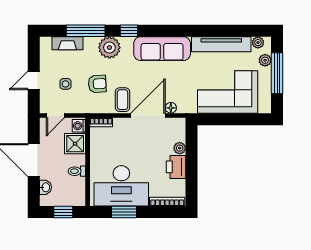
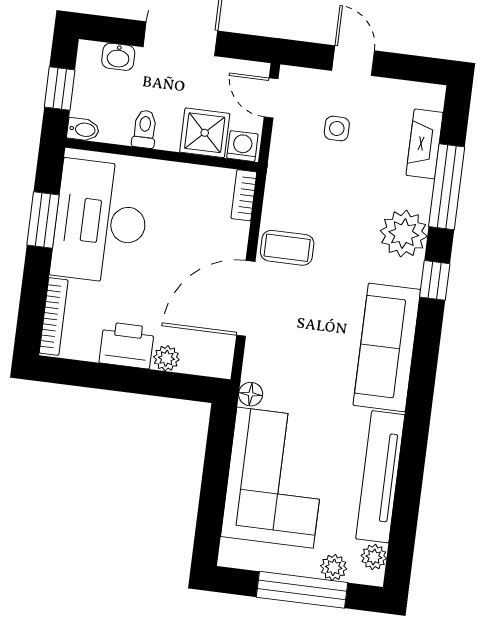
armchair: (97, 84) -> (328, 197), removed
floor lamp: (171, 108) -> (251, 394), moved
door: (148, 115) -> (246, 298), swing flipped
bidet: (81, 199) -> (83, 129), added

